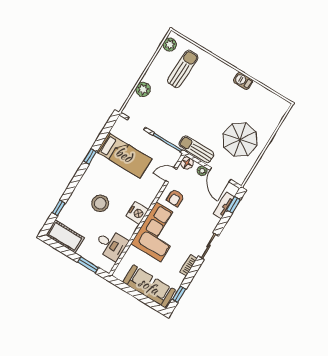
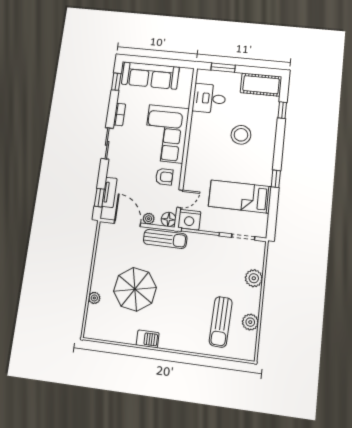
plant: (170, 45) -> (250, 322), moved
plant: (270, 129) -> (94, 298), added
parasol: (240, 140) -> (135, 289), moved
armchair: (175, 198) -> (164, 177), turned 90
nightstand: (137, 213) -> (189, 220), moved, turned -90

